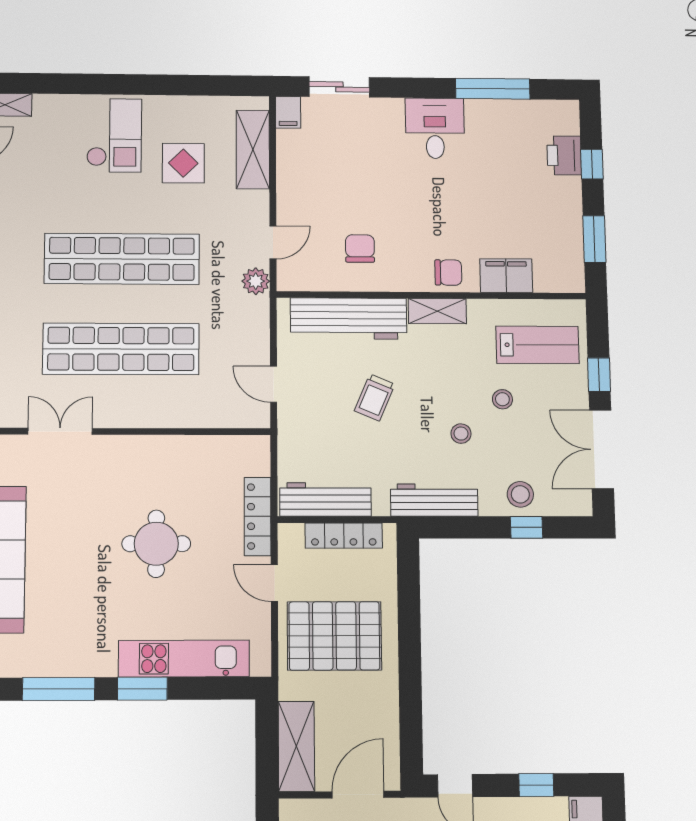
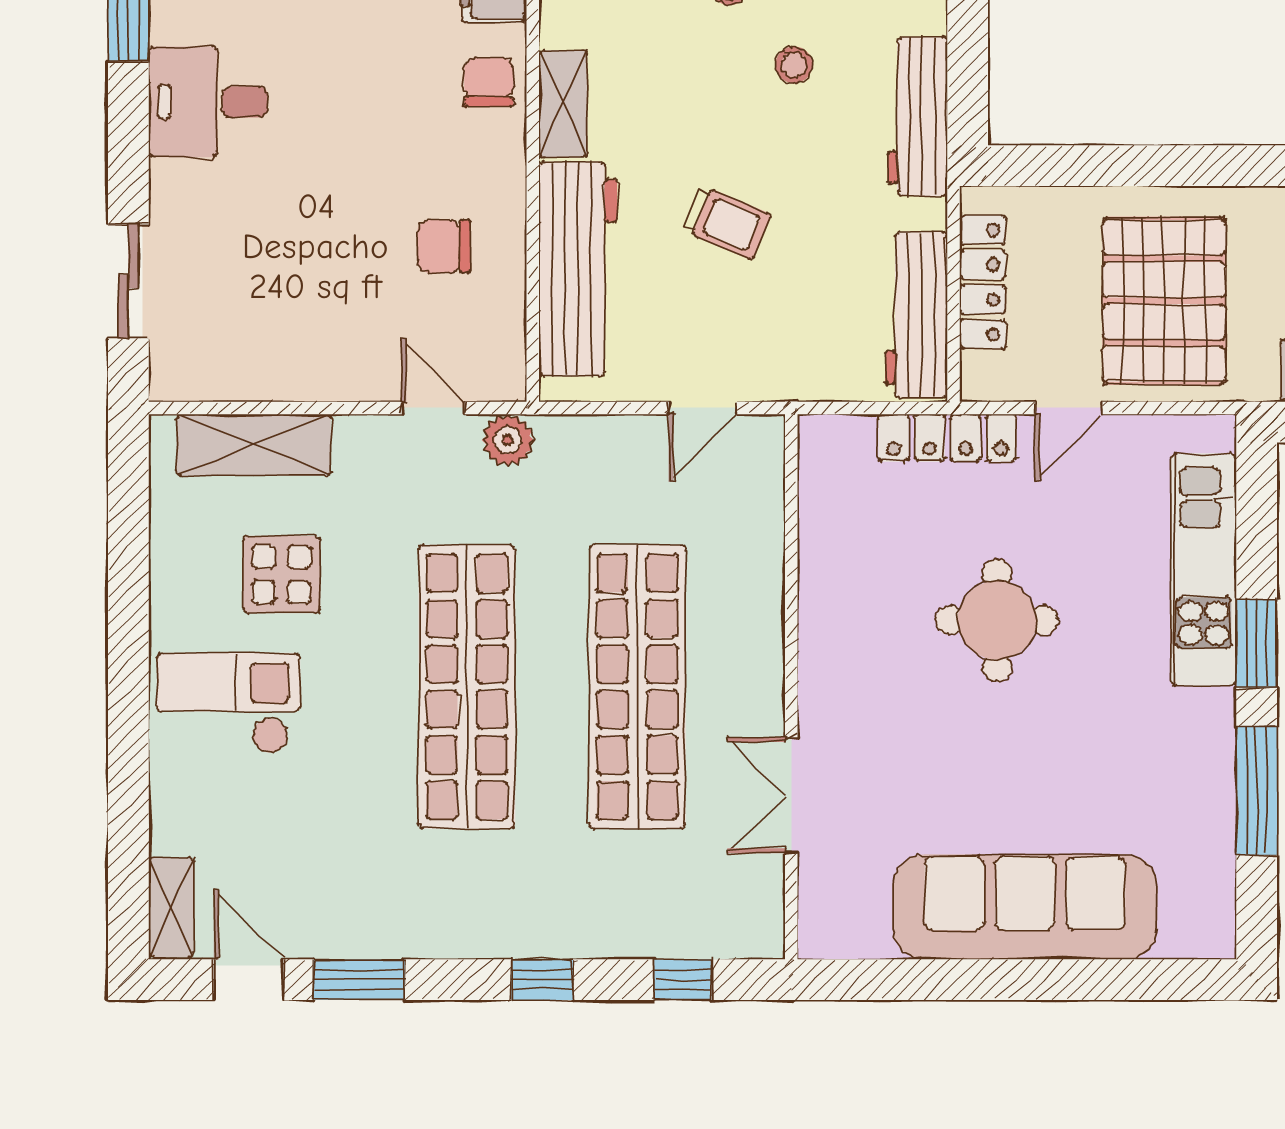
filing cabinet: (288, 112) -> (180, 378), removed

